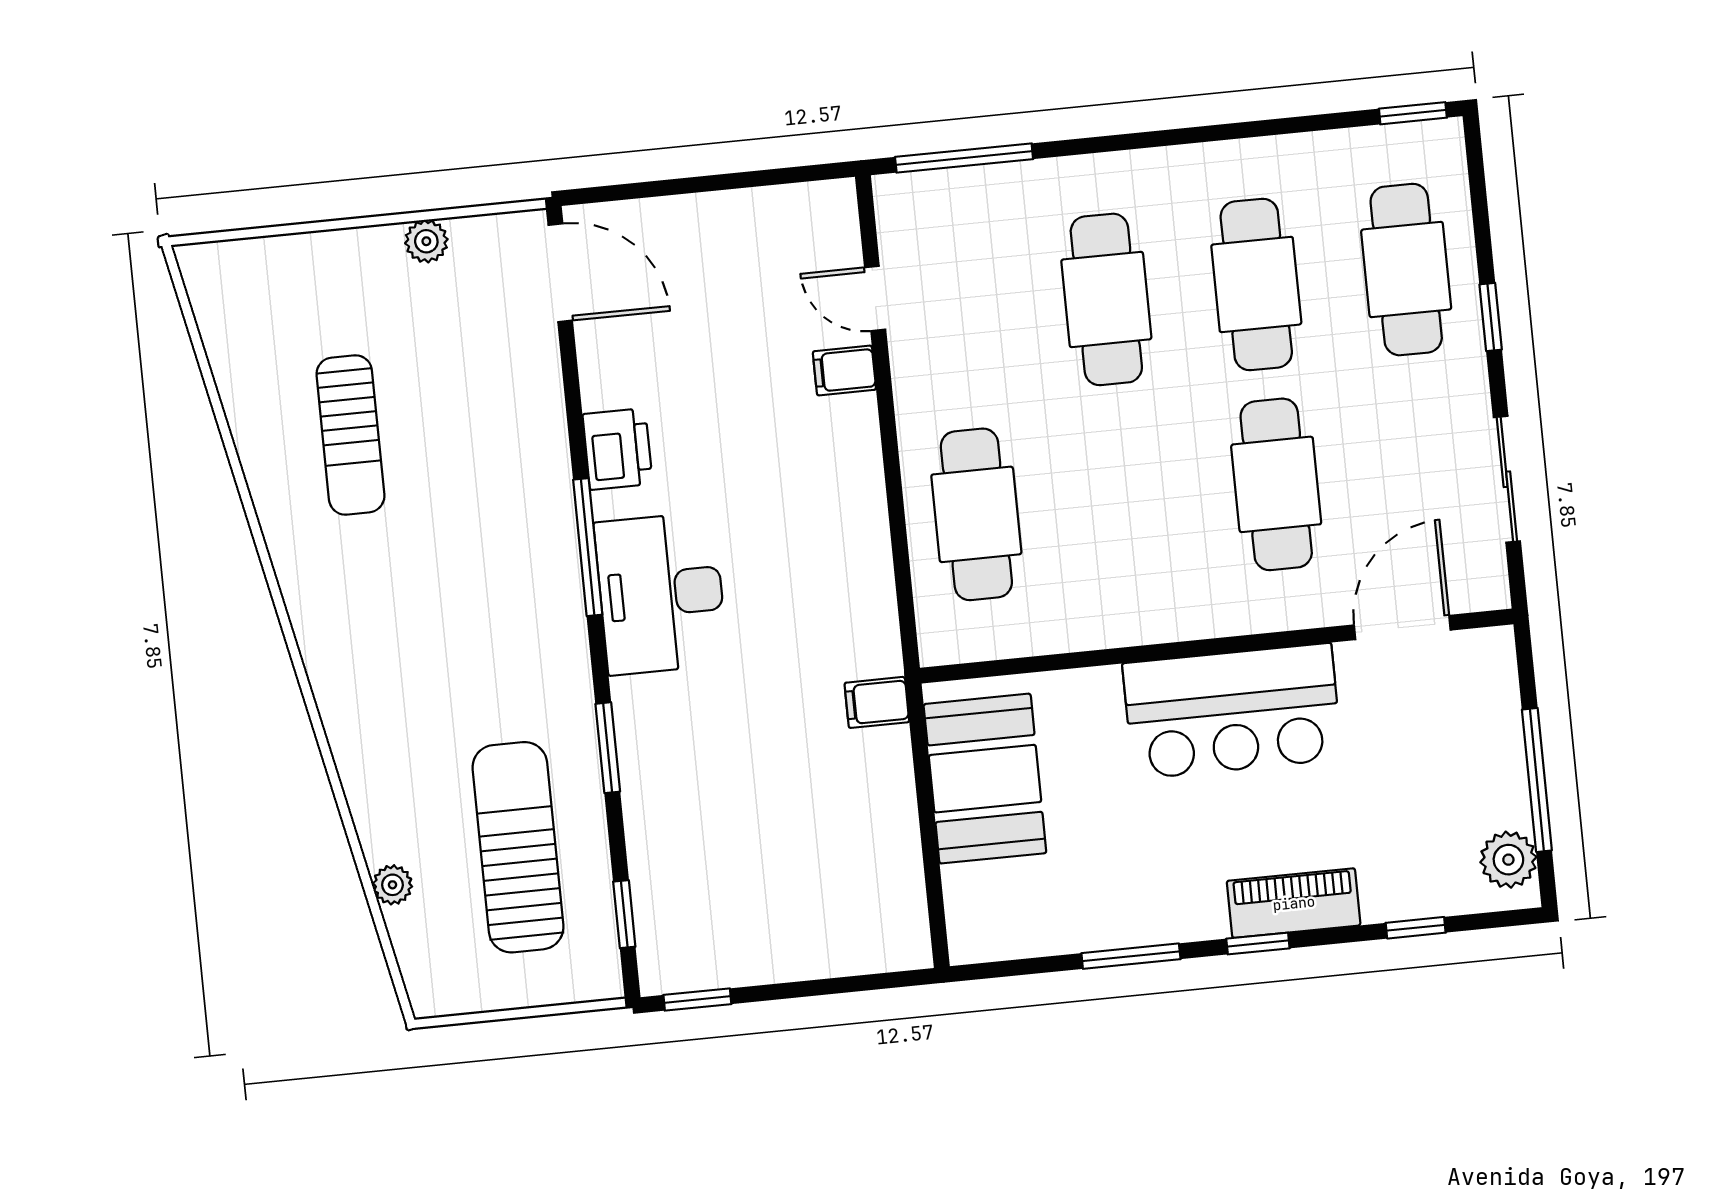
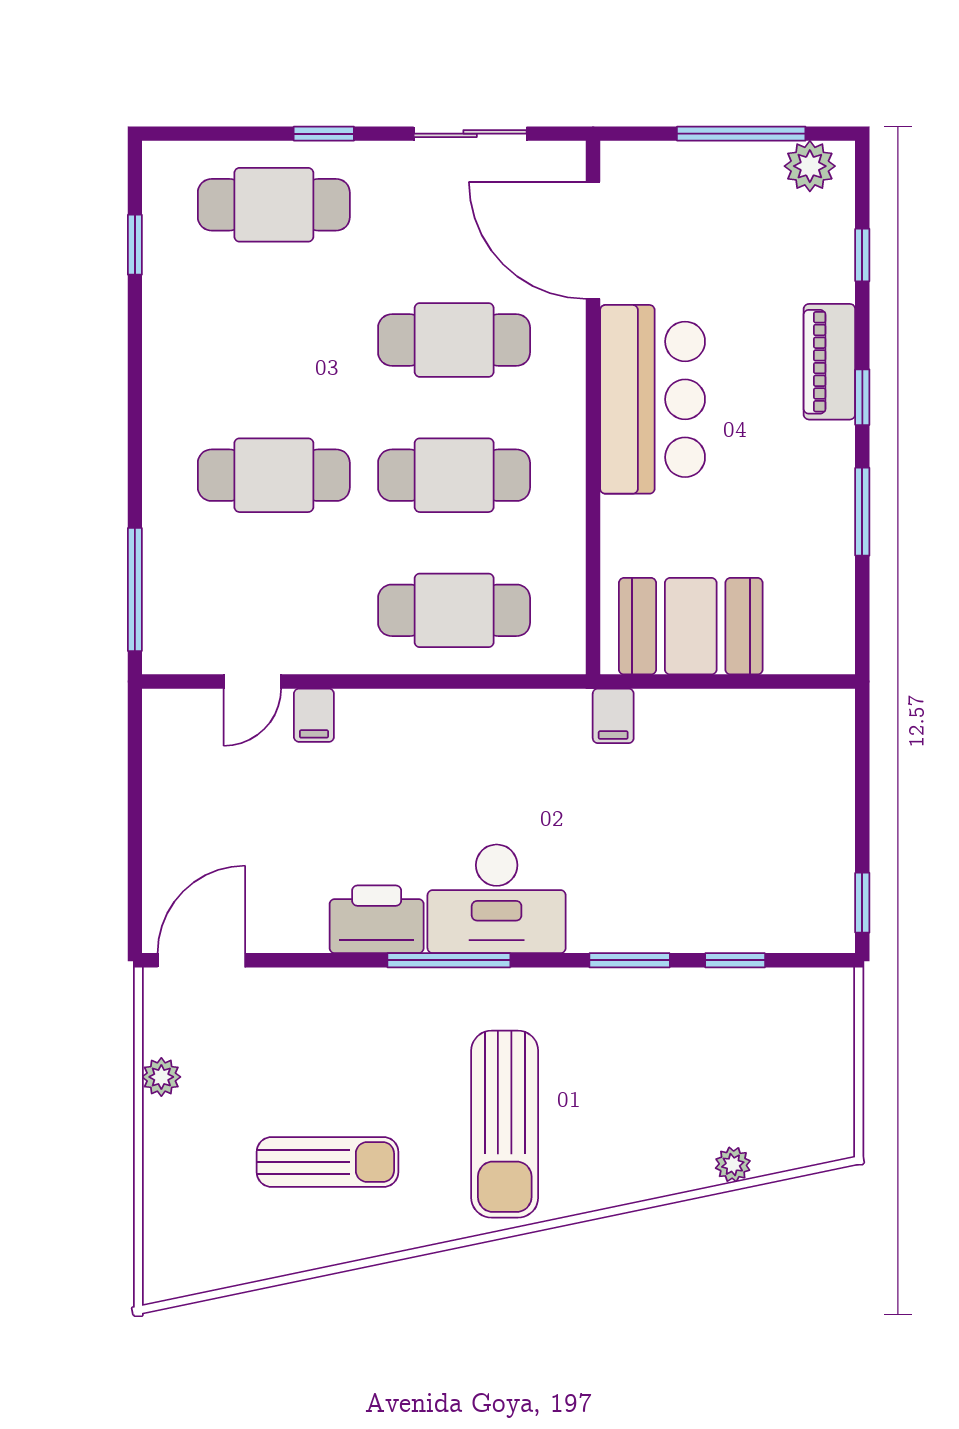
window: (1413, 113) -> (135, 245), moved
cafe table: (1256, 284) -> (454, 475), moved
printer: (618, 449) -> (377, 919), width x1.37, depth x1.19
door: (1402, 628) -> (593, 240), width x1.36
sun lounger: (518, 847) -> (505, 1124), moved, turned -90
window: (624, 914) -> (735, 960), moved

